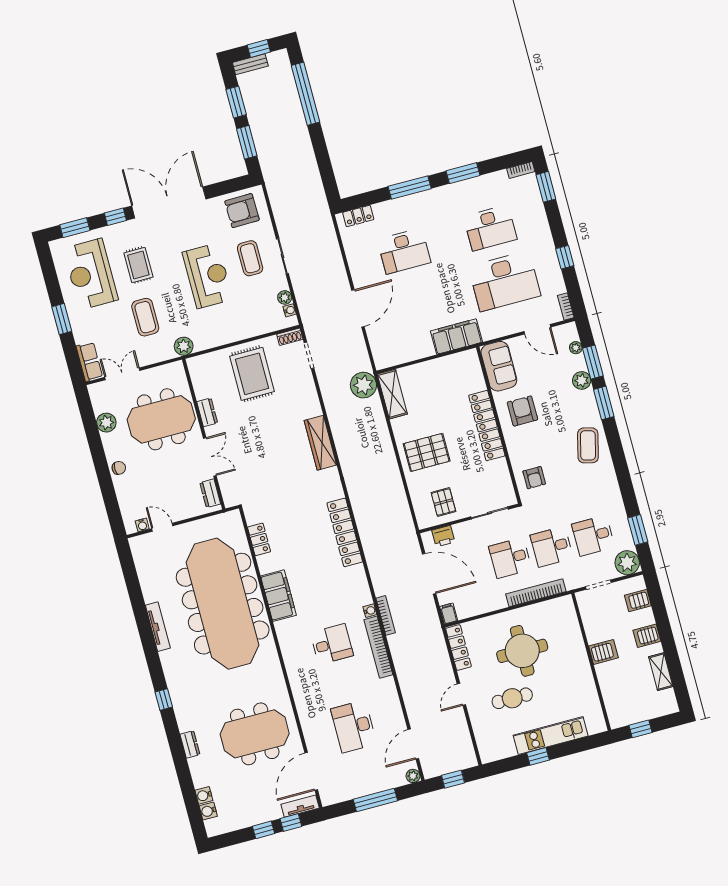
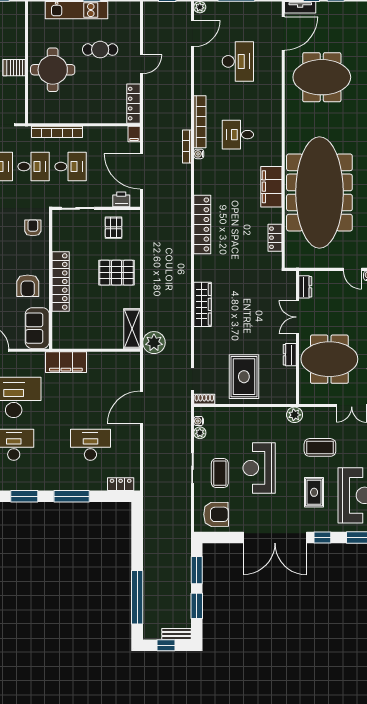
coffee table: (145, 317) -> (320, 447), turned 90
round table: (522, 651) -> (53, 70), moved

